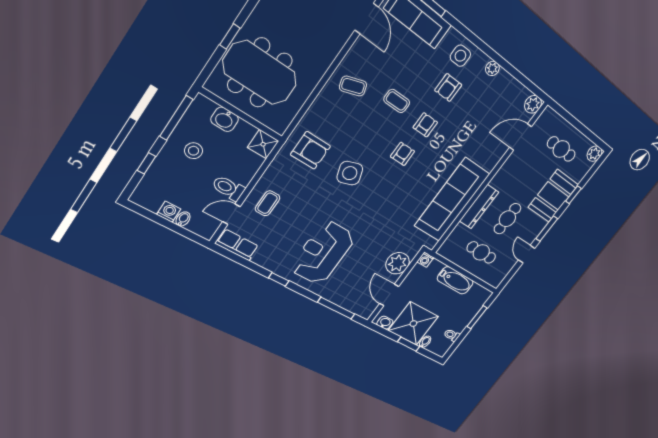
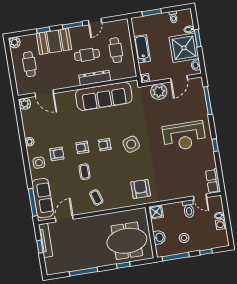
meeting table: (260, 73) -> (127, 241), turned 90
side table: (350, 173) -> (131, 144), moved
coffee table: (267, 203) -> (181, 185), removed

